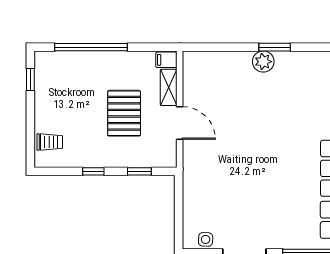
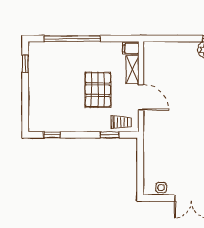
trolley: (50, 142) -> (121, 122), moved
window: (93, 171) -> (52, 135), moved

